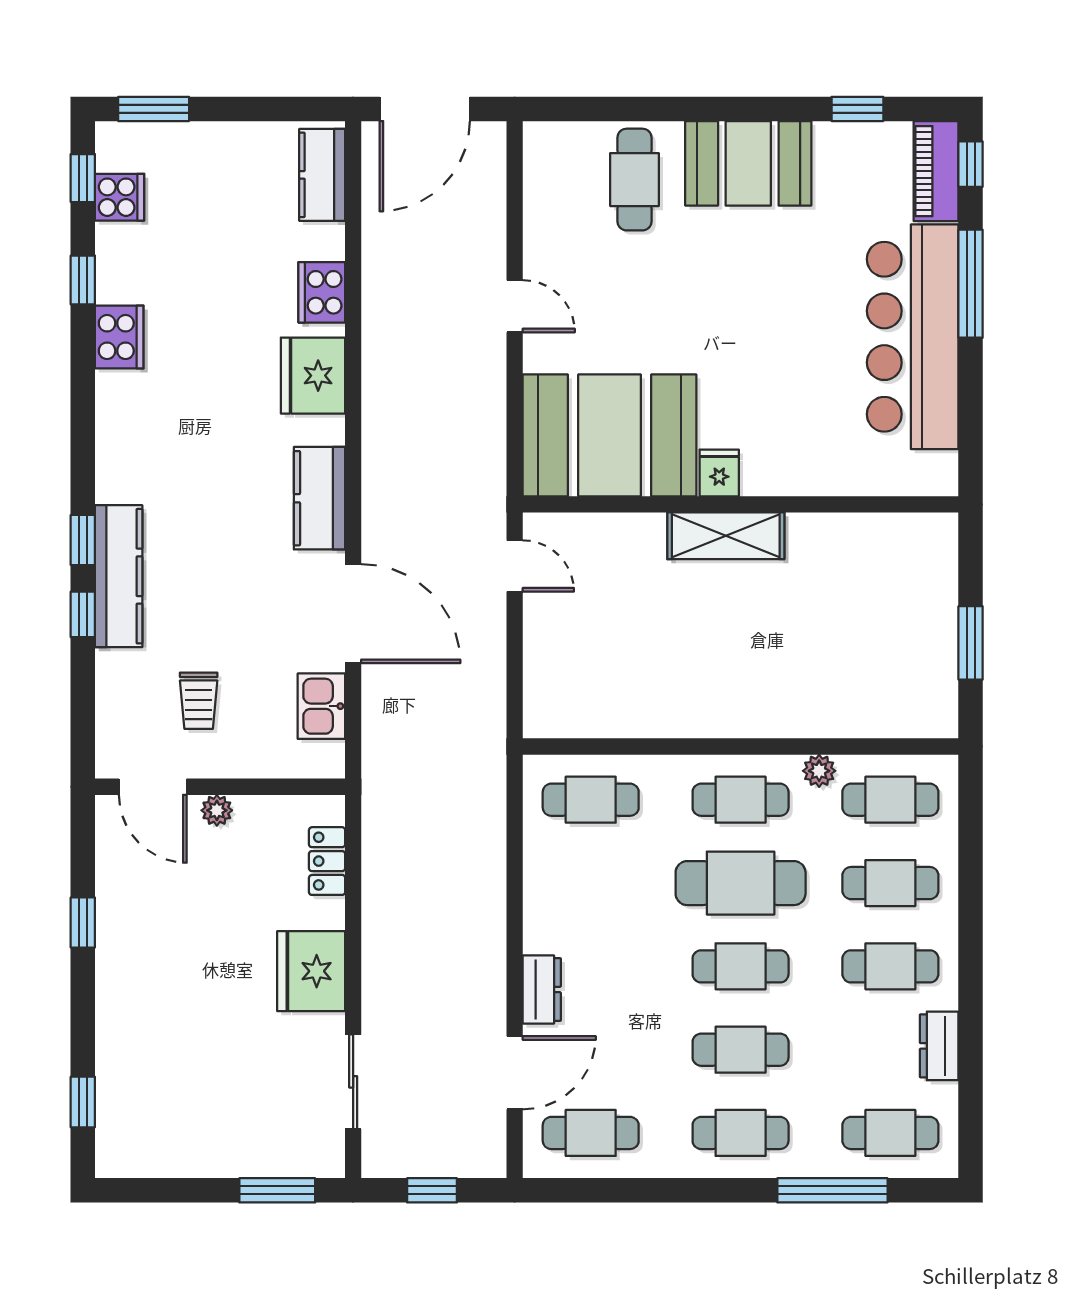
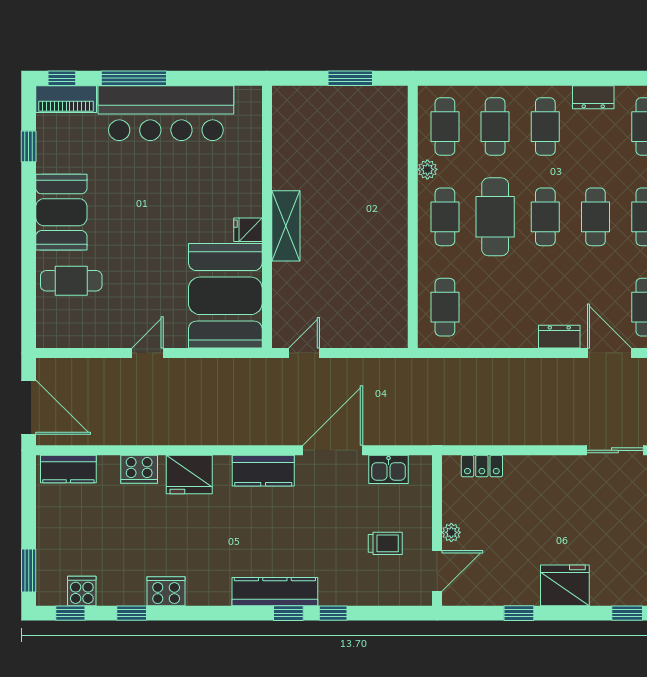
kitchen counter: (119, 576) -> (275, 592), moved
fridge: (311, 971) -> (565, 585), moved, turned 180

